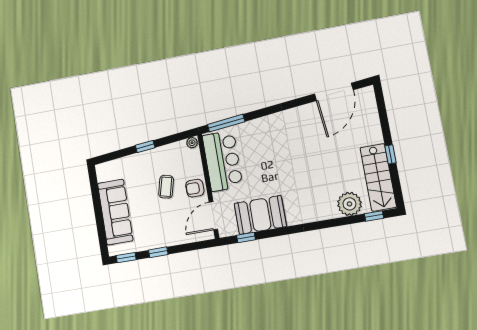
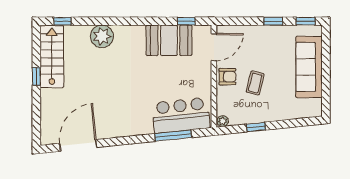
window: (226, 123) -> (173, 136), moved
window: (145, 146) -> (256, 127), moved
bar counter: (222, 161) -> (181, 115), moved, turned 84
plant: (349, 204) -> (102, 36), moved

